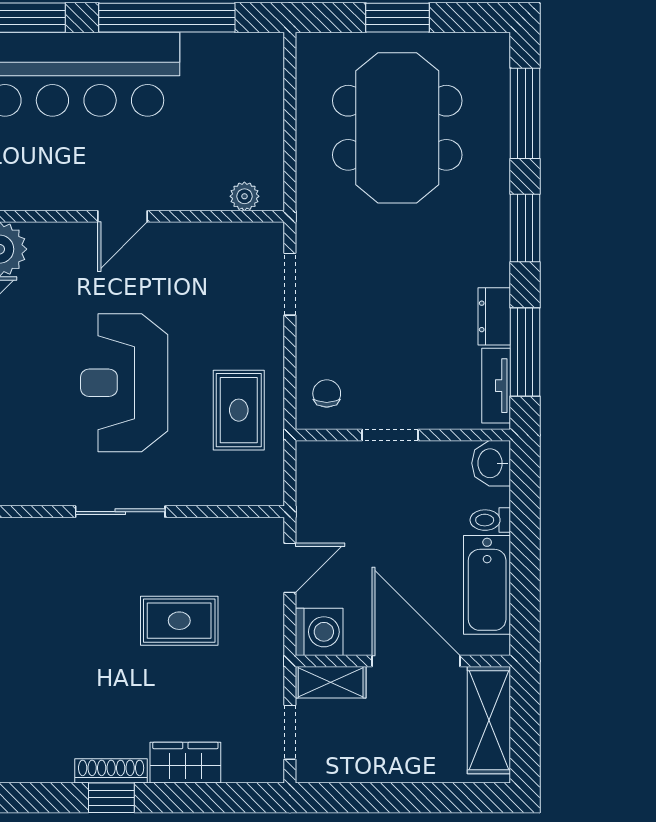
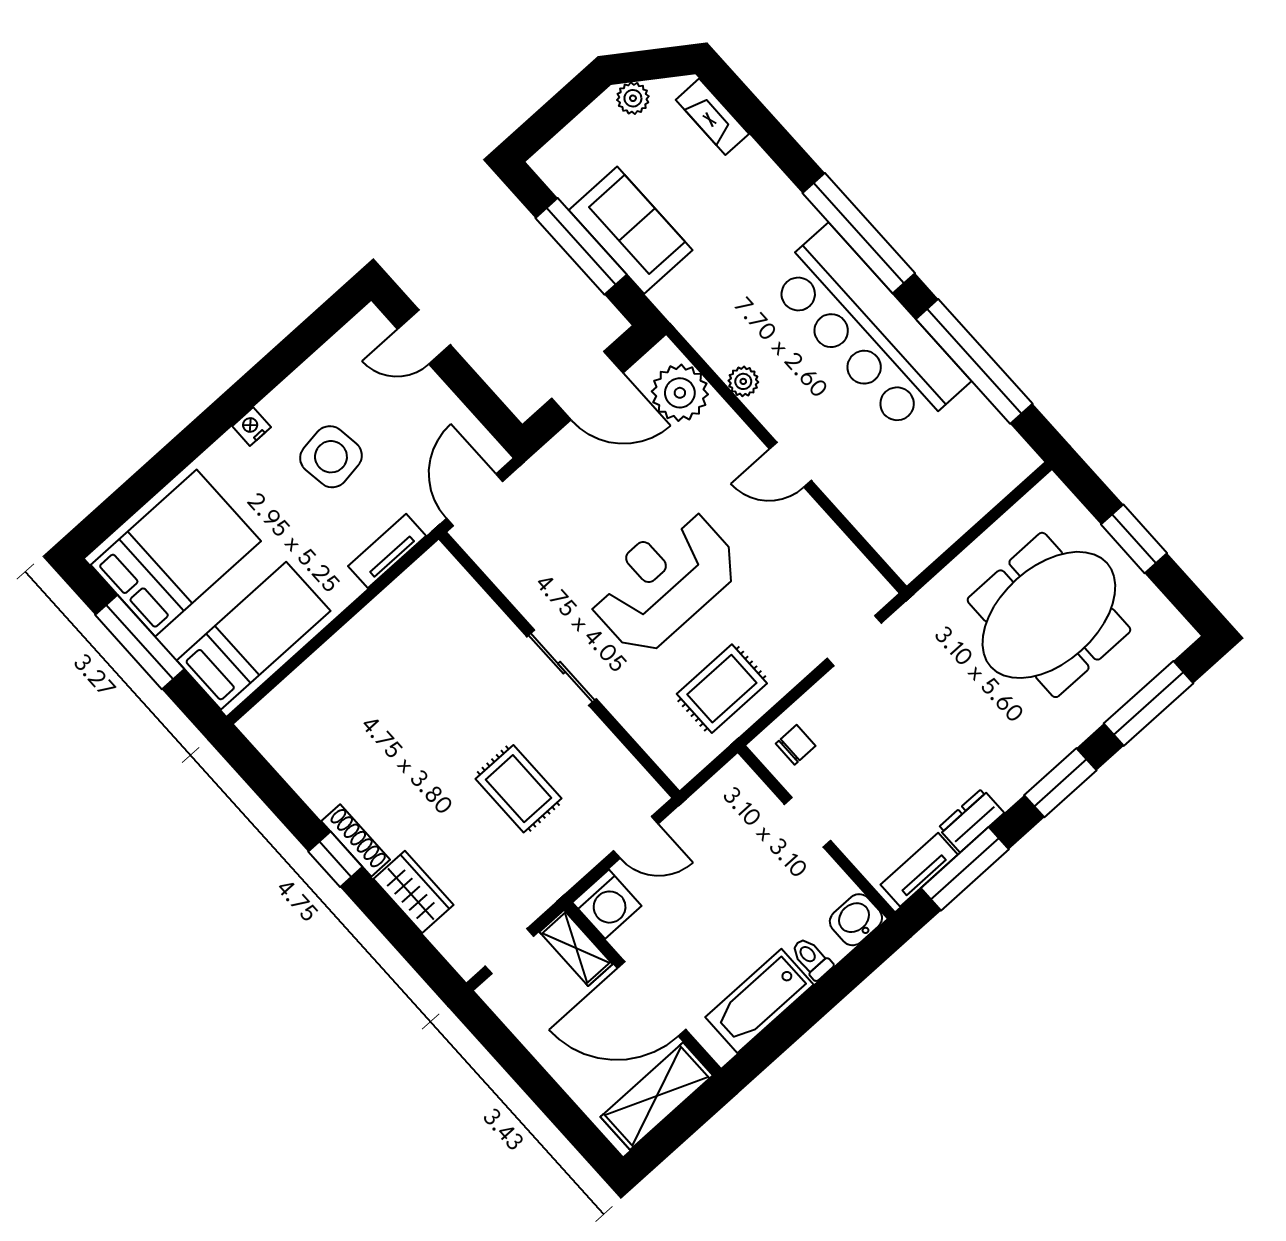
plant: (244, 196) -> (743, 381), moved
door: (416, 661) -> (652, 999), swing flipped

